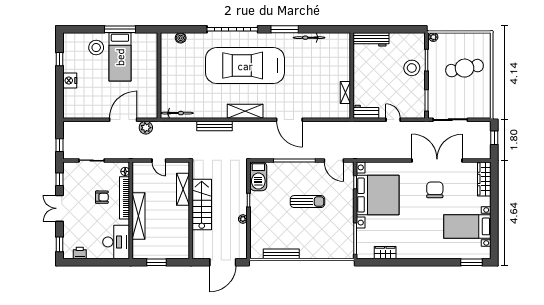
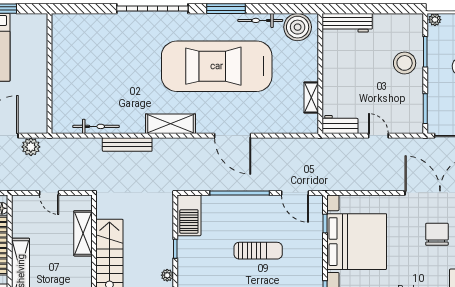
boiler: (181, 38) -> (298, 27), moved, width x1.86, depth x1.86
car: (245, 66) -> (217, 66), moved
bicycle: (177, 113) -> (96, 126), moved

